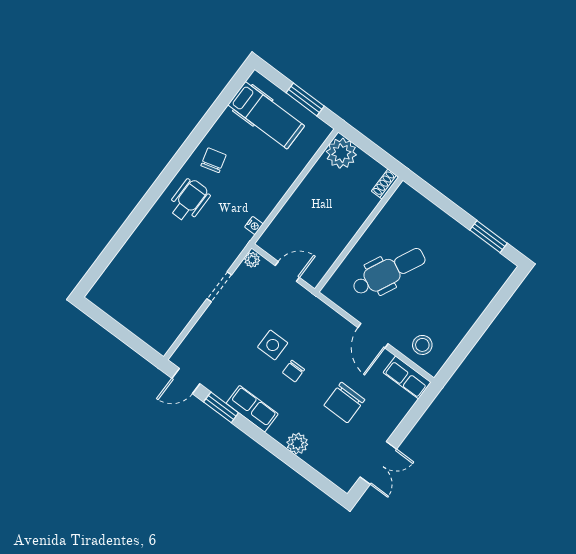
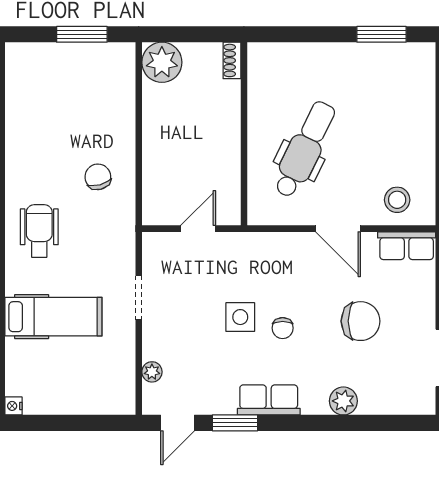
hospital bed: (266, 115) -> (53, 317), moved
chair: (213, 160) -> (98, 177), moved
nightstand: (254, 226) -> (13, 406), moved, turned 180
plant: (252, 260) -> (152, 372), moved
chair: (344, 402) -> (361, 321), turned -90

